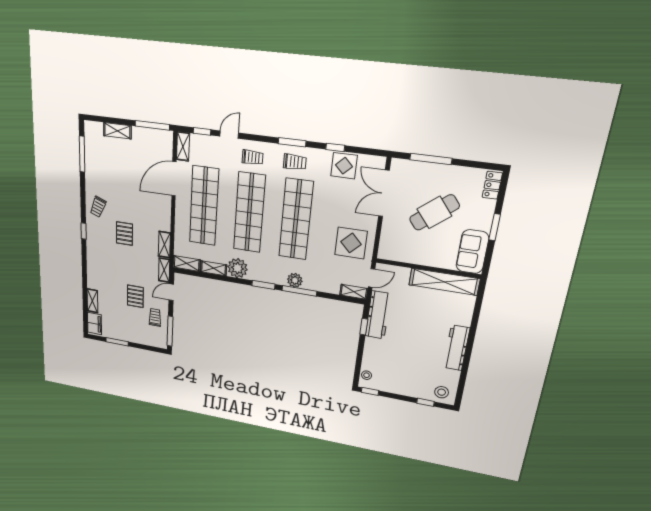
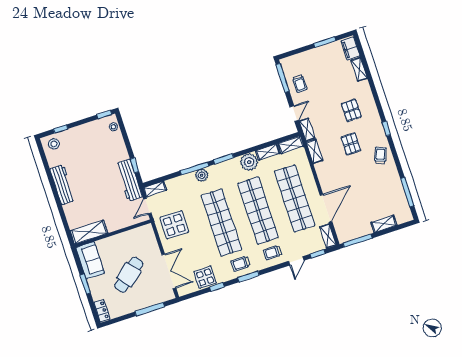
shelving: (444, 282) -> (89, 232), width x0.68
pallet: (135, 296) -> (351, 110), moved

